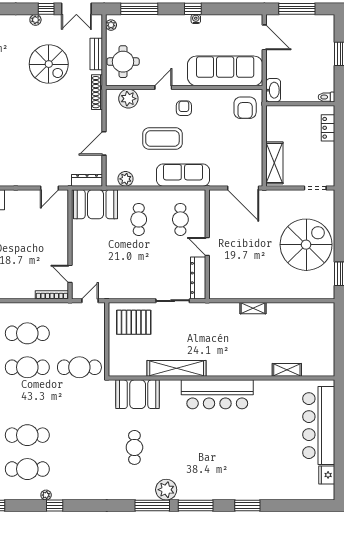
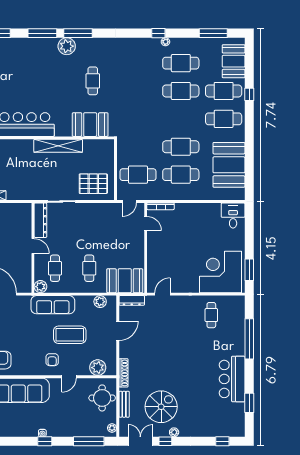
spiral stairs: (49, 64) -> (161, 407), moved, turned 90
plant: (198, 197) -> (40, 287), added
cafe table: (79, 367) -> (138, 175), moved

